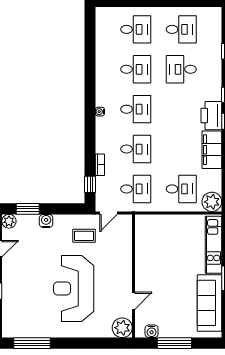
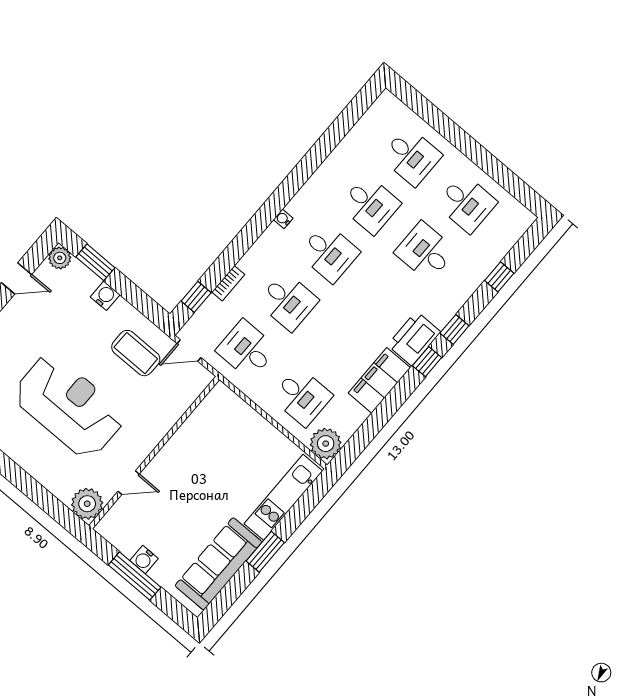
desk: (136, 189) -> (247, 350), turned 180
coffee table: (84, 236) -> (136, 353), width x1.36, depth x1.30
reception desk: (74, 288) -> (69, 406), turned 90
water cooler: (152, 331) -> (144, 559), moved

